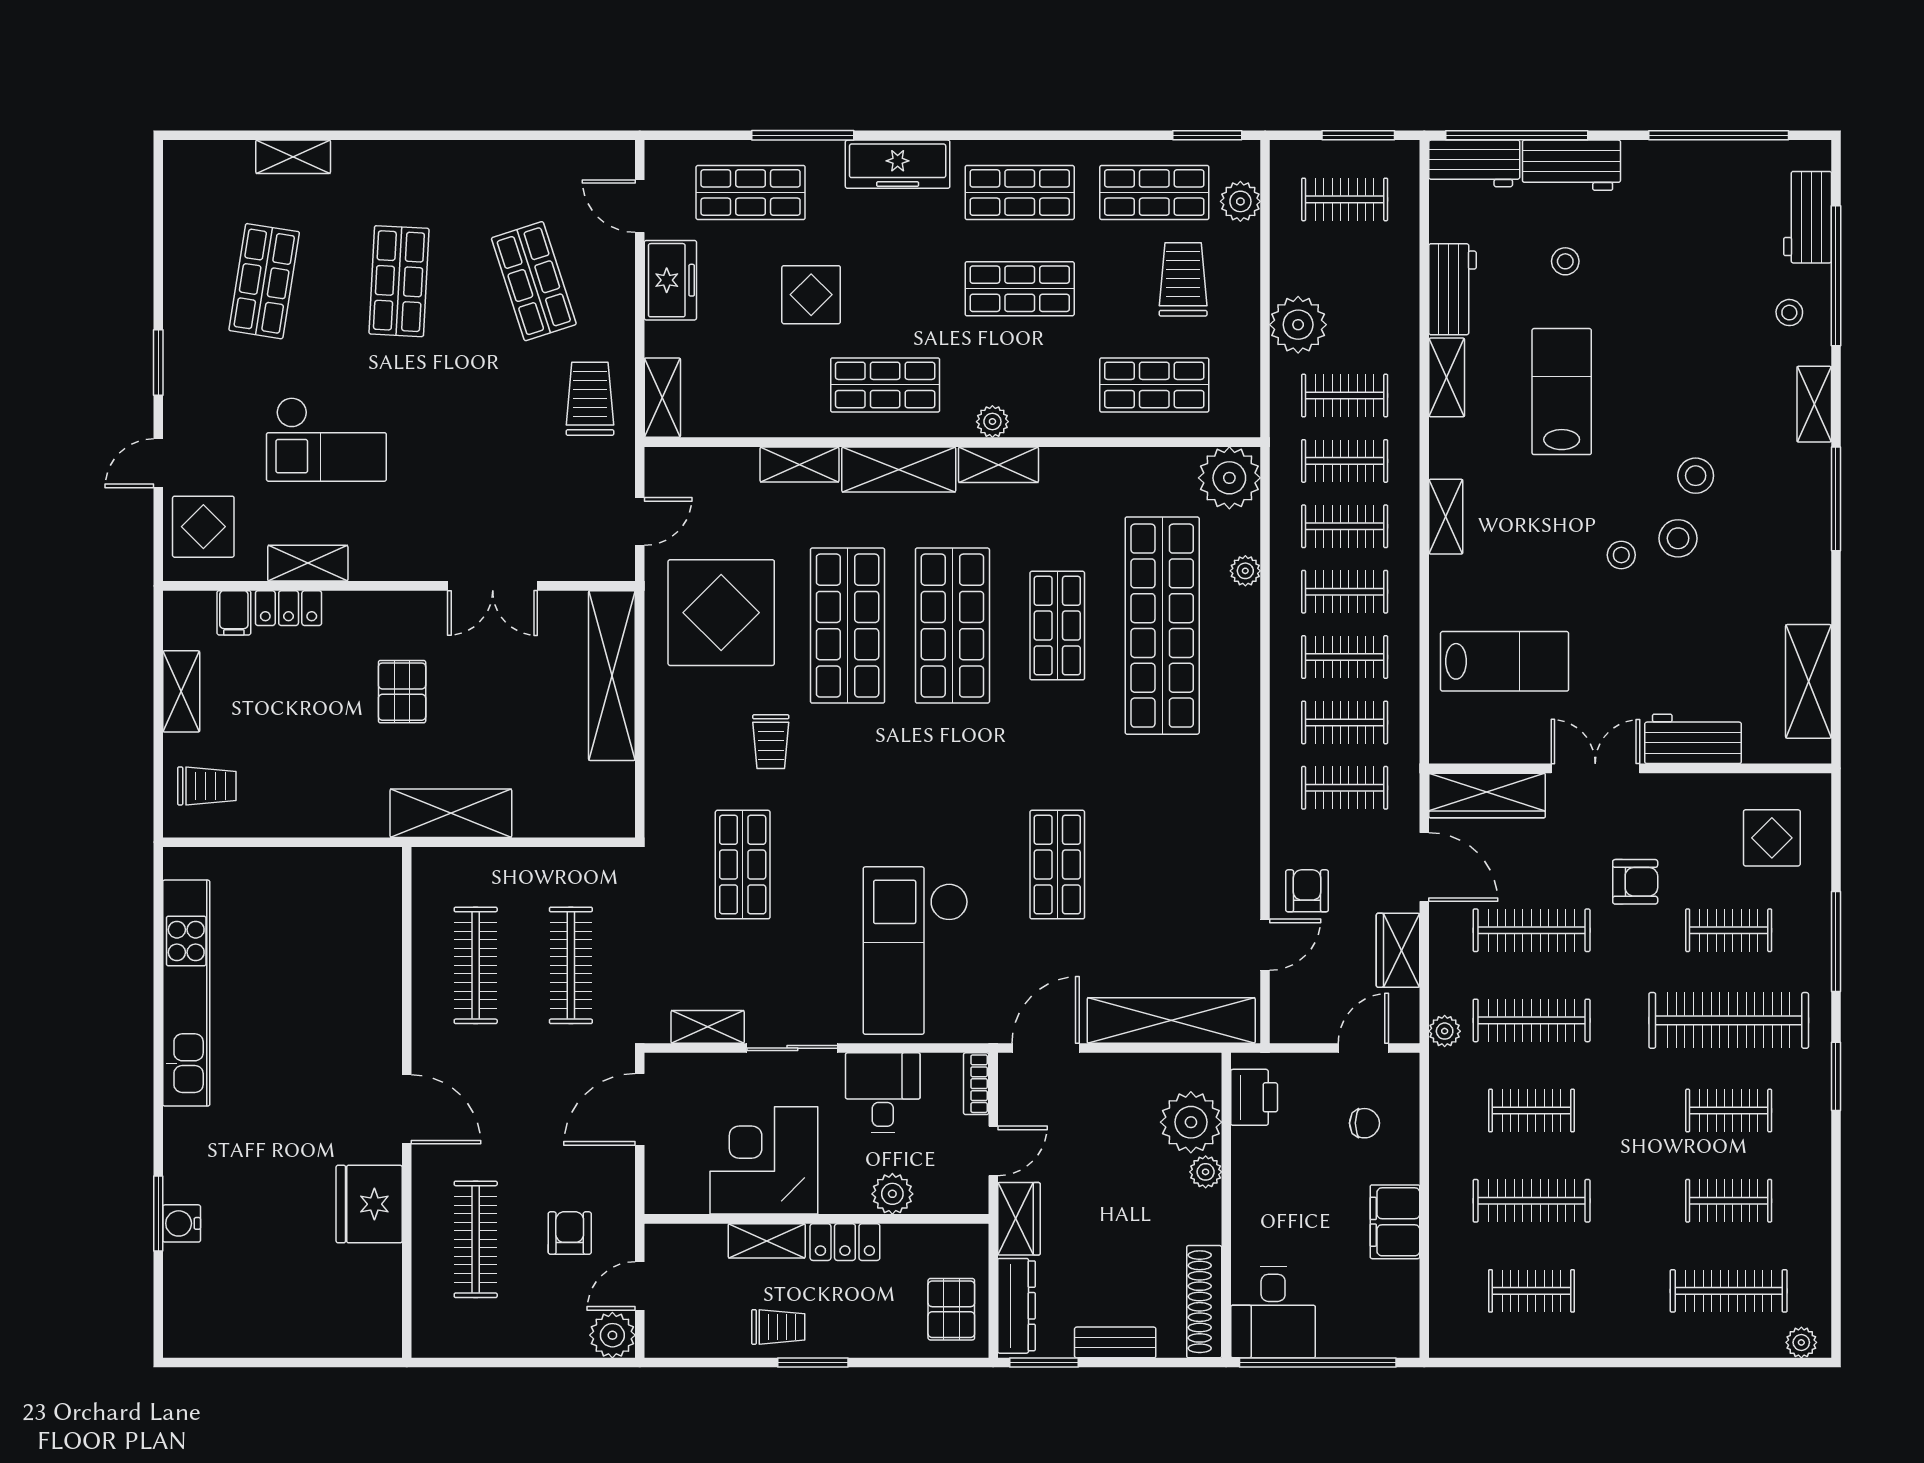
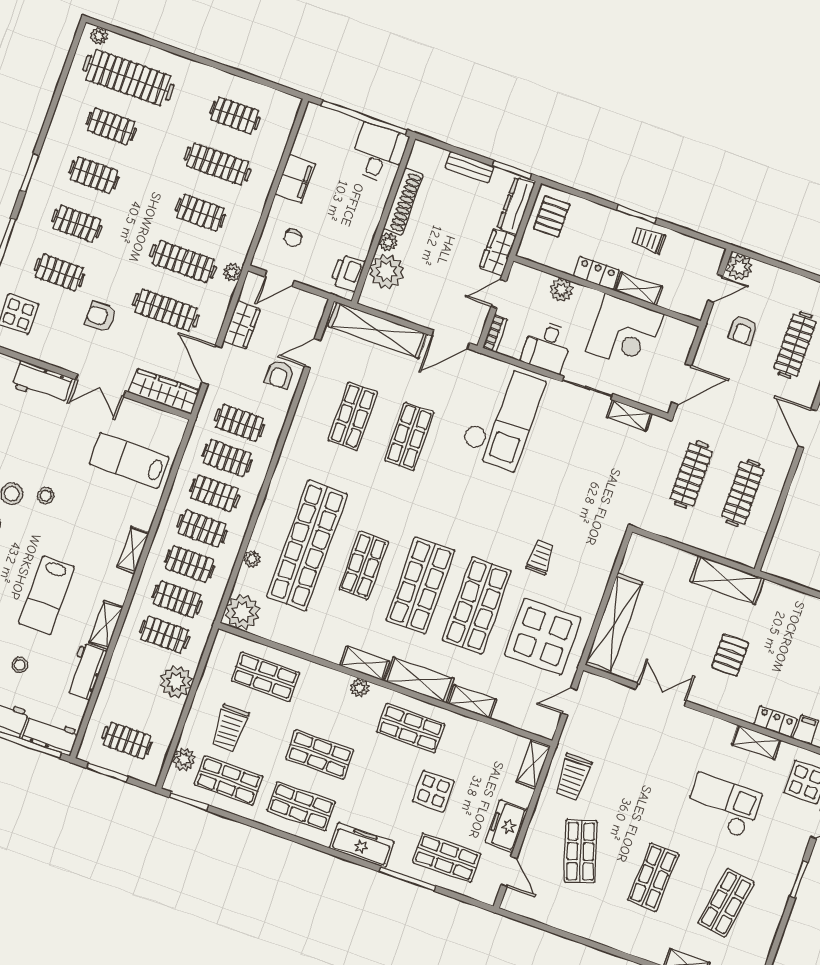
shop shelf: (743, 865) -> (353, 416), moved
clothes rail: (1729, 1020) -> (77, 224), width x0.54, depth x0.76
chair: (1365, 1123) -> (293, 238), turned -90
clothes rail: (1729, 1291) -> (128, 78), width x1.37, depth x1.31
shoe rack: (1204, 1302) -> (403, 202), moved

